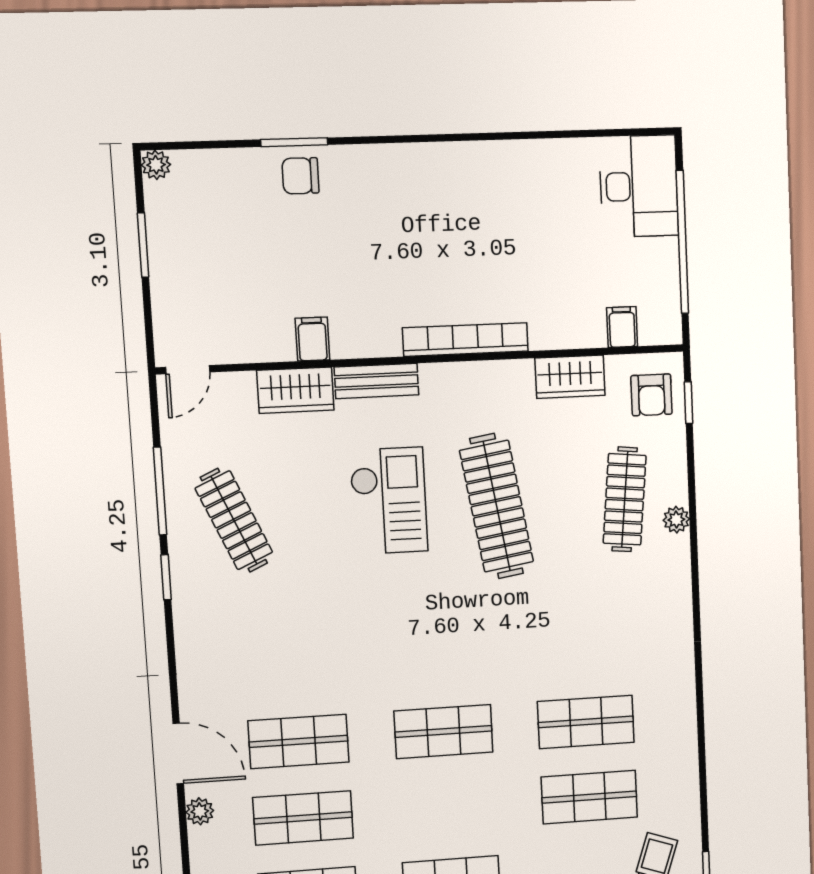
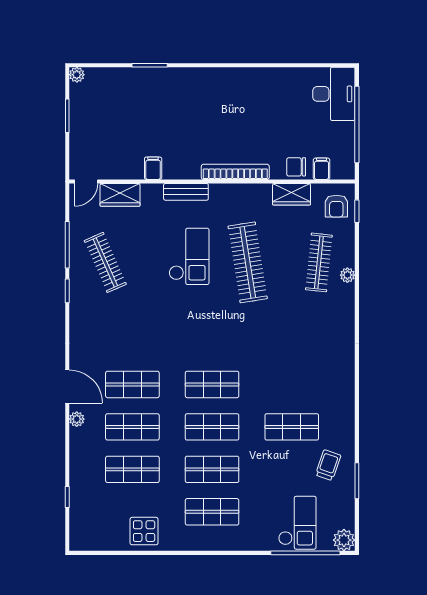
chair: (300, 176) -> (296, 167), moved
wardrobe: (295, 390) -> (120, 195), moved
shop shelf: (586, 722) -> (212, 427), moved

